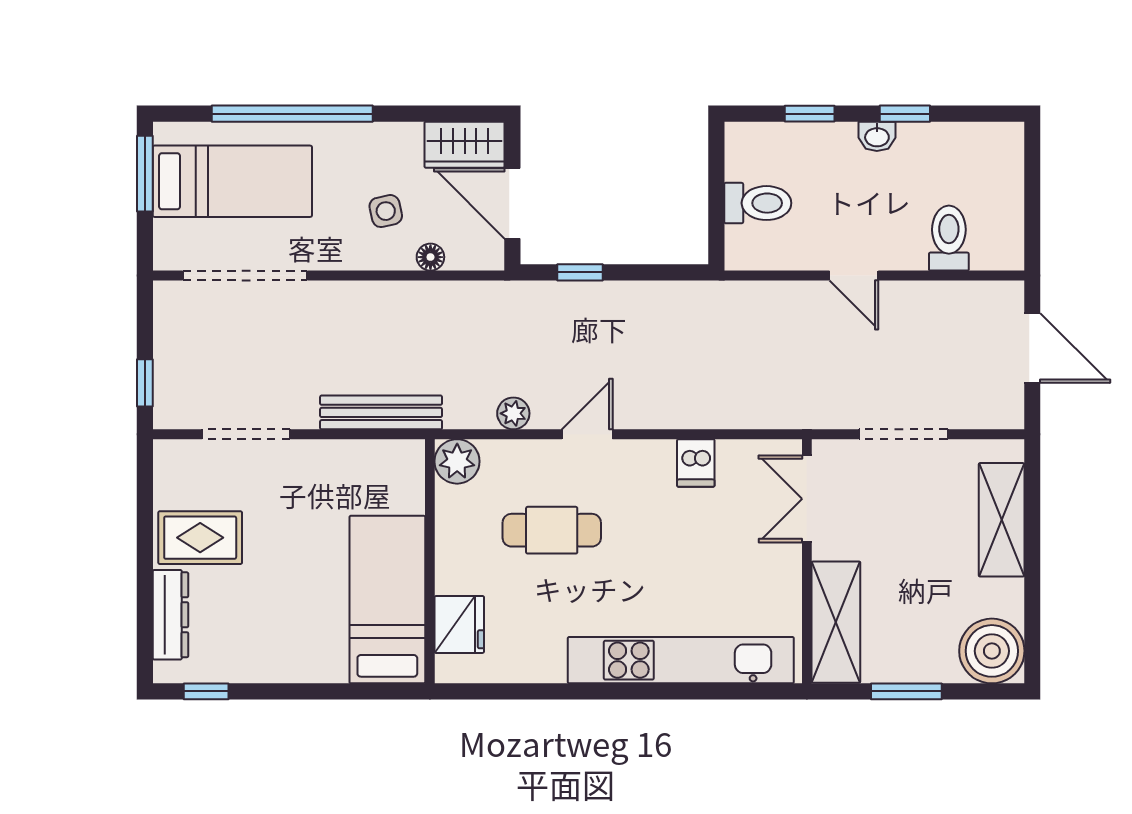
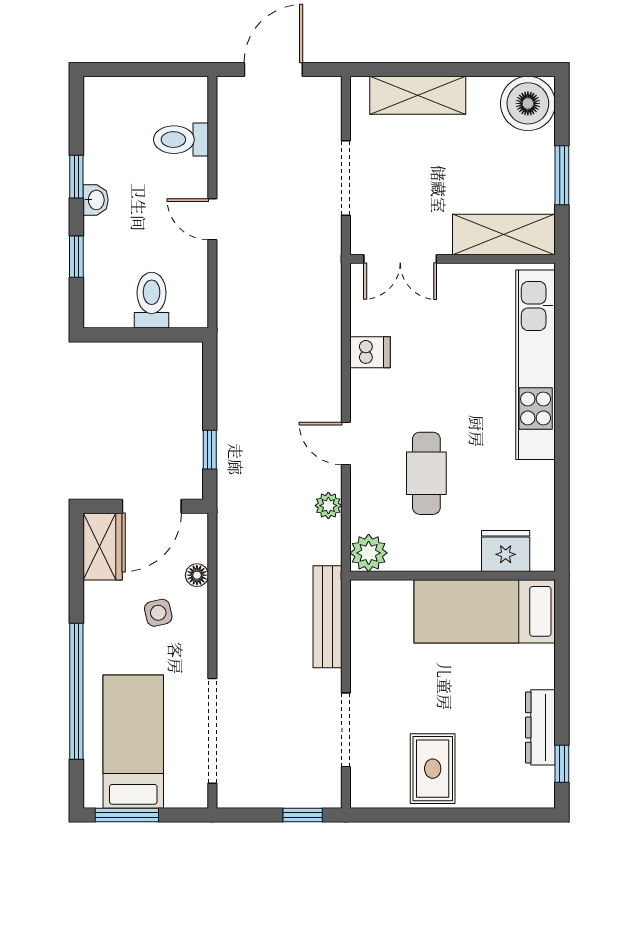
door: (854, 275) -> (212, 219), swing flipped
dresser: (170, 615) -> (540, 727), moved, turned -90

